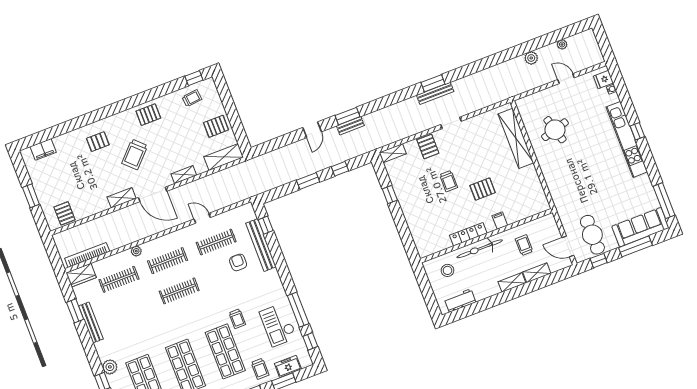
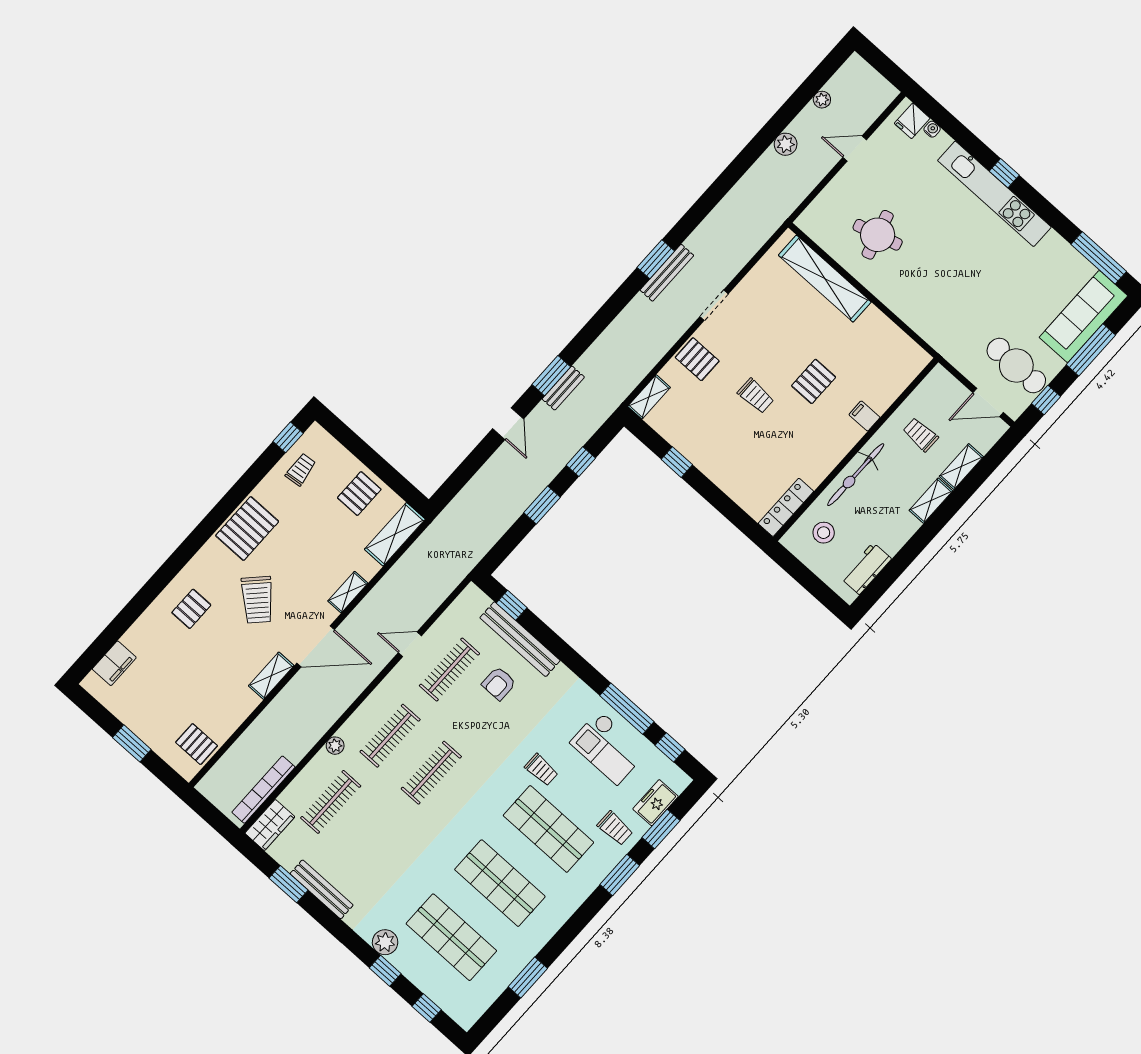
pallet: (148, 115) -> (247, 529), width x1.50, depth x1.42
locker: (468, 234) -> (786, 507), moved
armchair: (238, 262) -> (499, 683), turned -90

